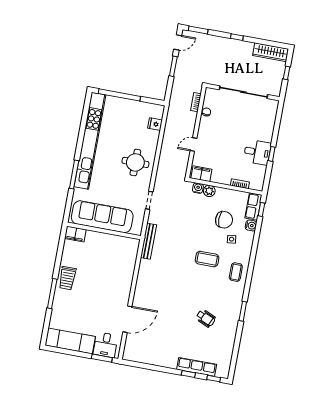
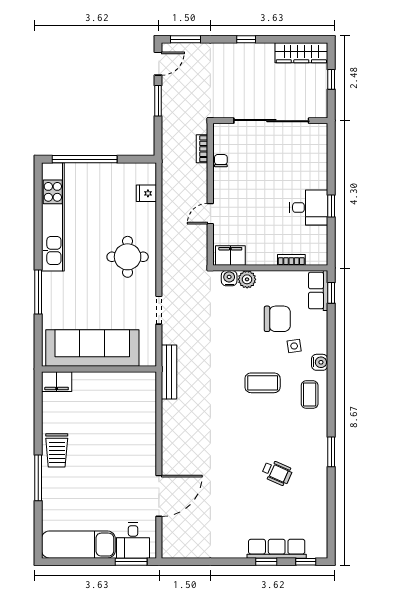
kitchen unit: (90, 141) -> (53, 217), width x0.73
water cooler: (251, 225) -> (320, 362), moved

